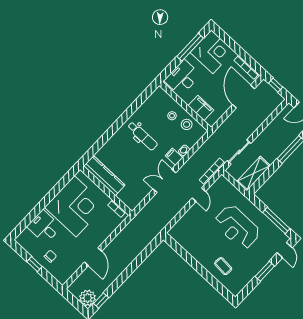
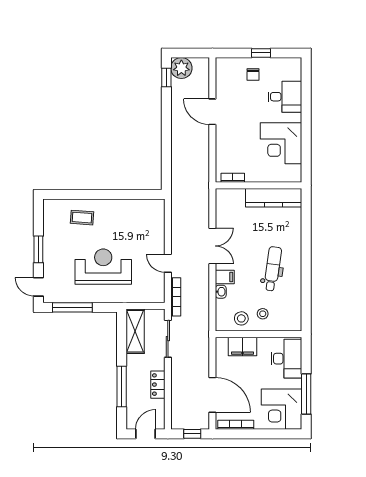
locker: (269, 131) -> (158, 385), added
dental chair: (142, 136) -> (273, 269), turned 98
corner desk: (75, 206) -> (281, 143), width x0.74, depth x0.74

